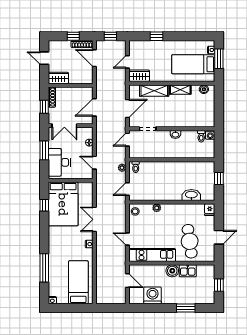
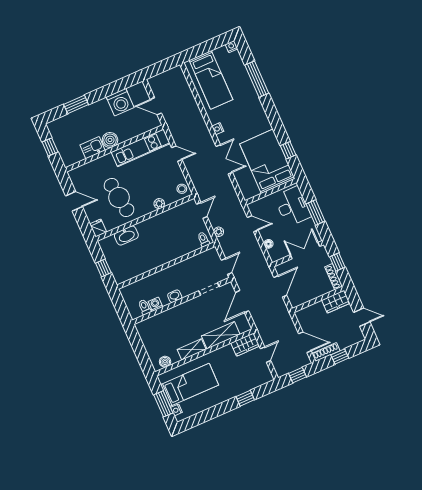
washing machine: (210, 135) -> (155, 304), moved
door: (219, 237) -> (74, 201), swing flipped
cafe table: (190, 241) -> (119, 197), moved

